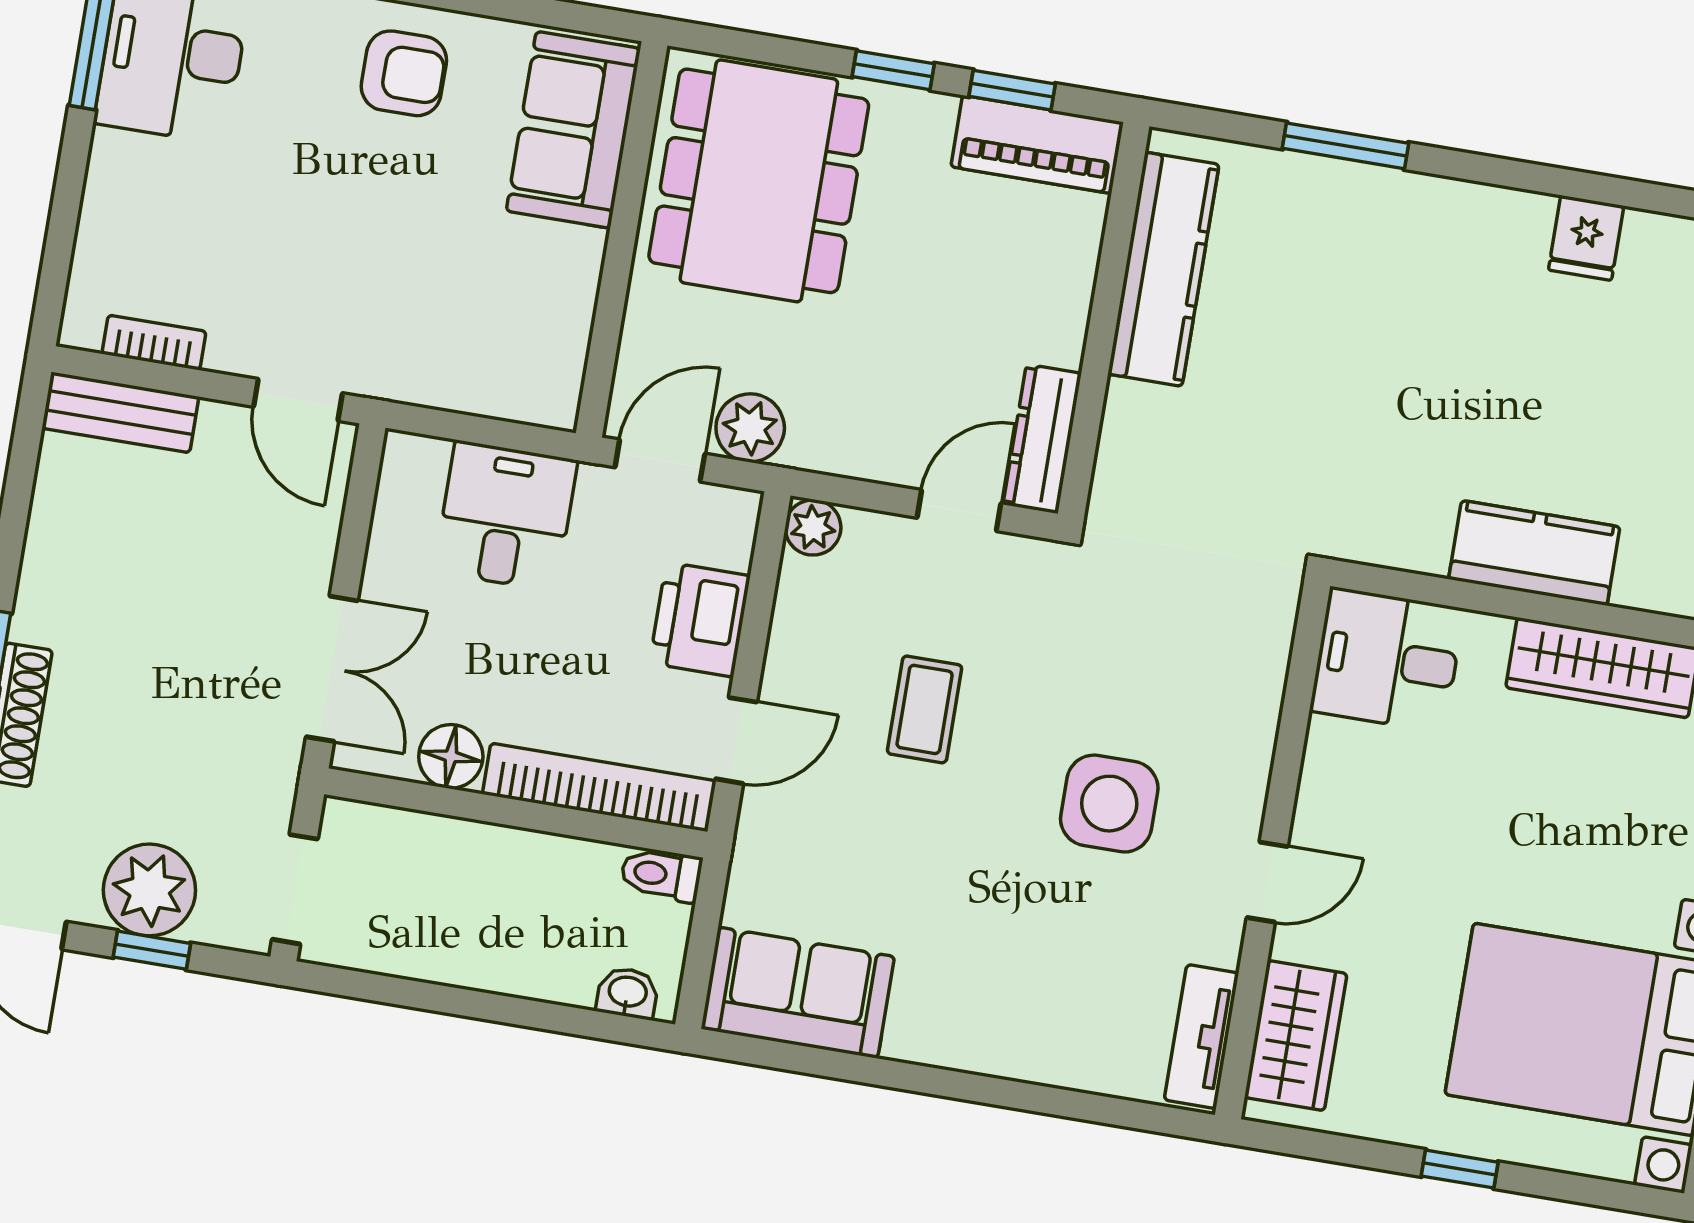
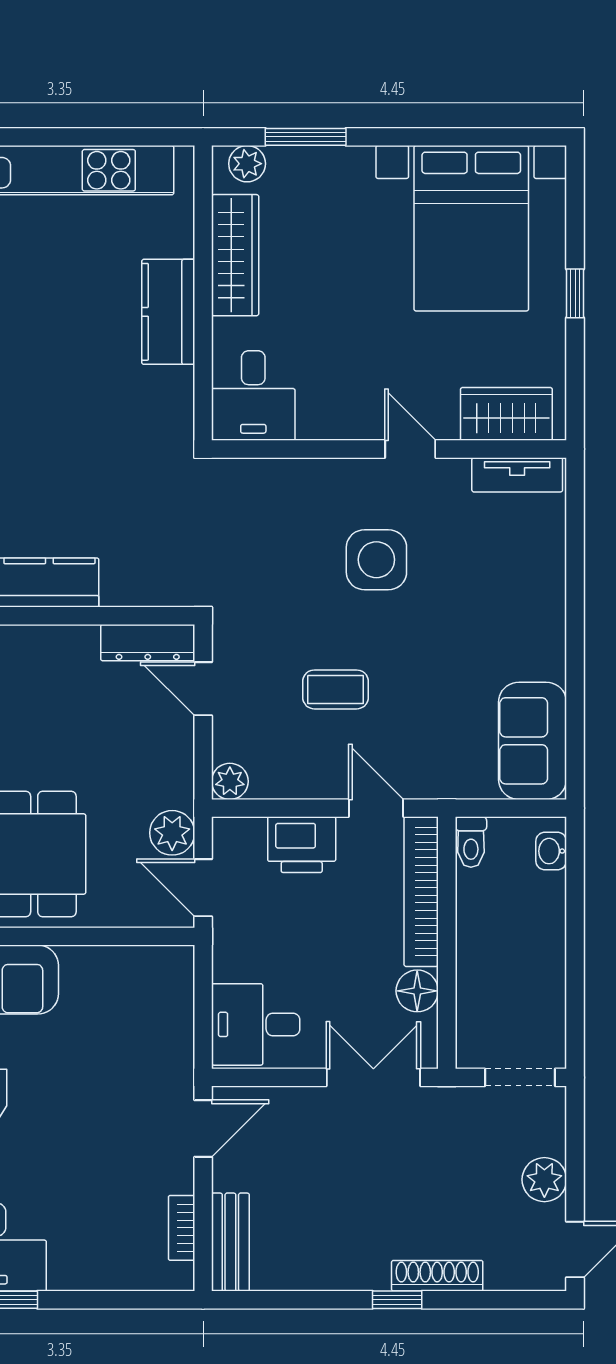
desk: (506, 516) -> (256, 1024), moved
plant: (149, 890) -> (544, 1180), width x0.73, depth x0.73
window: (152, 950) -> (575, 1163), removed

